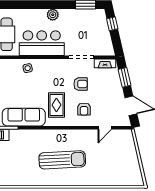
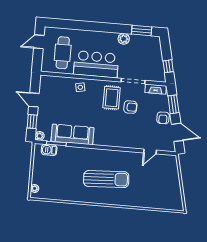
plant: (53, 15) -> (124, 39), moved
window: (112, 24) -> (168, 66), moved
rug: (56, 105) -> (112, 98), moved
armchair: (84, 109) -> (163, 118), moved

